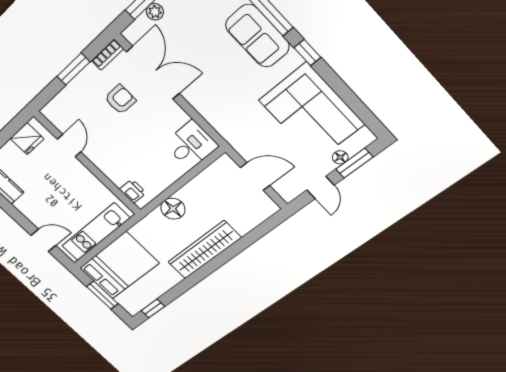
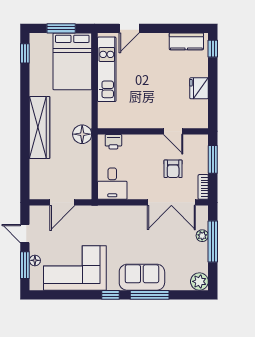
door: (69, 146) -> (173, 131), moved
wall: (88, 164) -> (153, 131), moved
printer: (133, 191) -> (113, 142), moved

